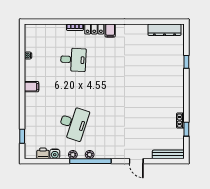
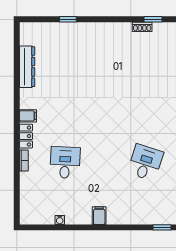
dresser: (164, 30) -> (27, 67), moved
desk: (73, 123) -> (145, 163), width x0.73

